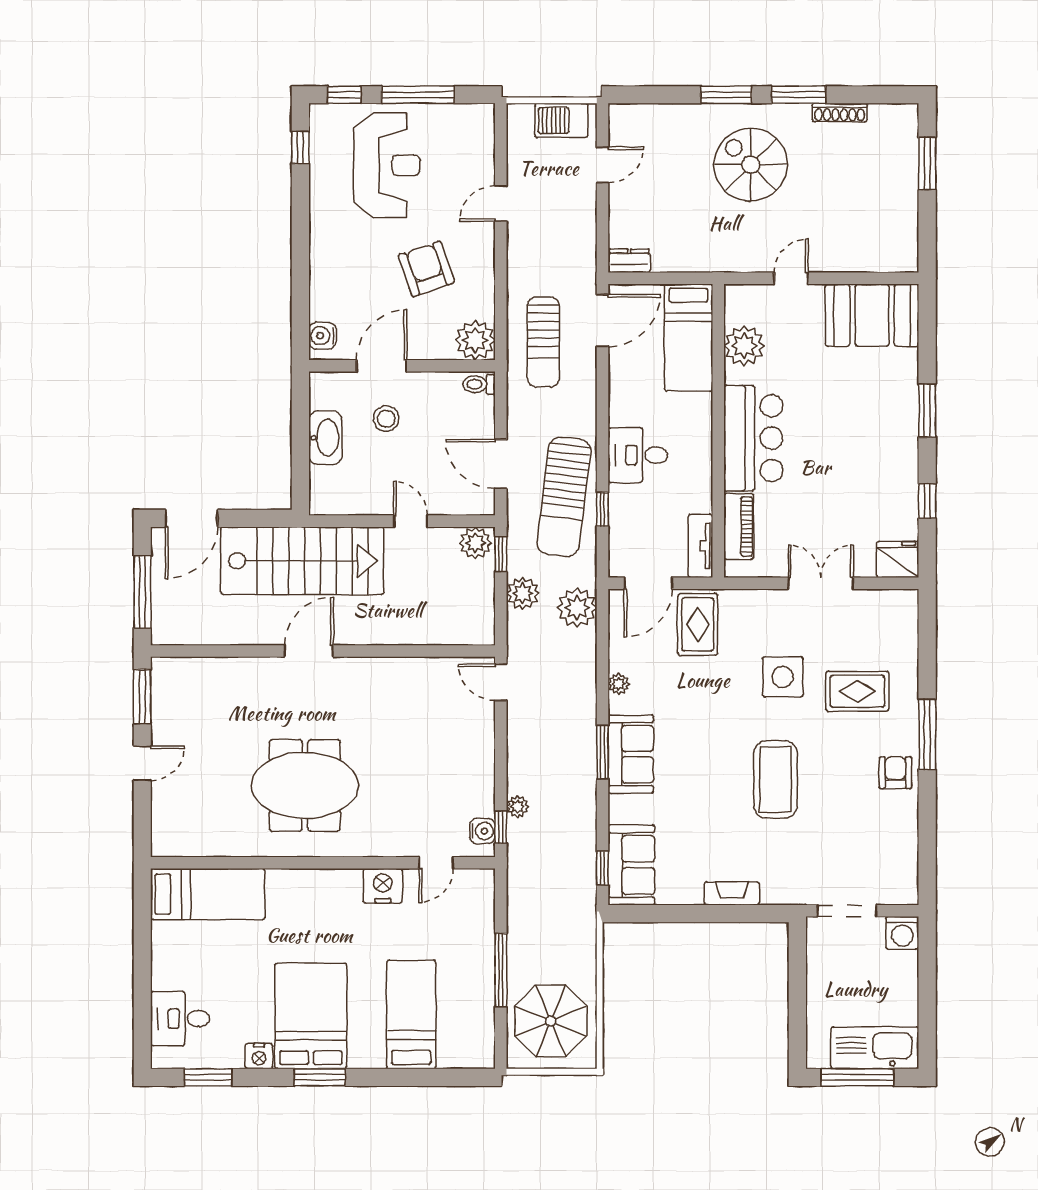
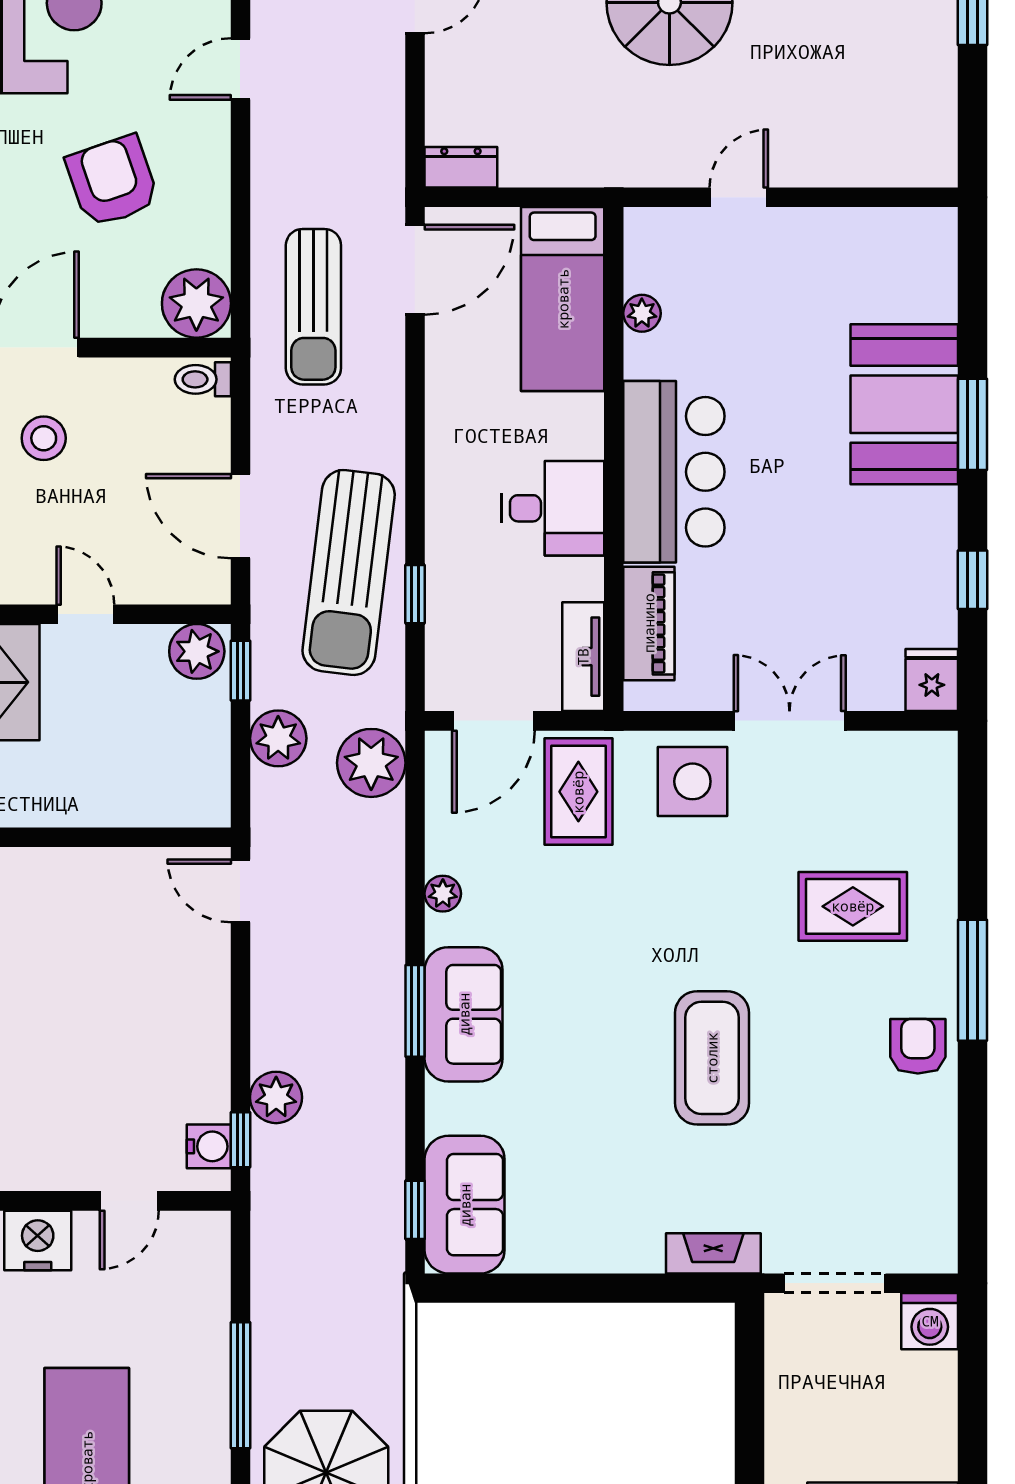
booth: (872, 315) -> (904, 404), moved, turned 90
plant: (744, 346) -> (642, 313), width x0.53, depth x0.53
desk: (638, 455) -> (553, 508), moved, turned 180
fridge: (898, 559) -> (932, 680), width x0.72
side table: (783, 677) -> (692, 781), moved
plant: (517, 807) -> (276, 1097), width x1.38, depth x1.38
fireplace: (732, 893) -> (713, 1253), moved

